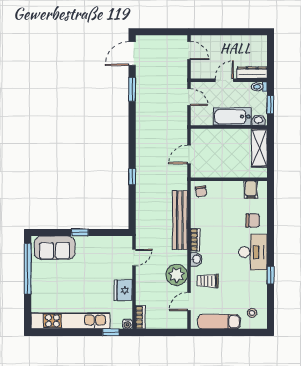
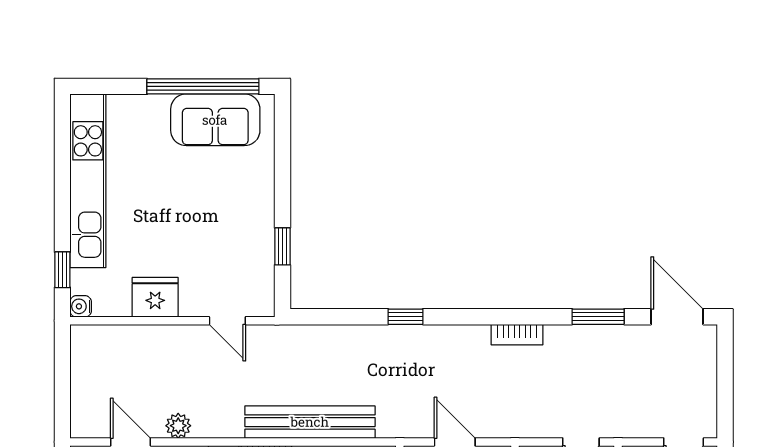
window: (80, 233) -> (282, 246), moved
sofa: (55, 248) -> (215, 120), moved, turned -90
plant: (177, 275) -> (178, 426), width x0.53, depth x0.53
bookcase: (140, 317) -> (517, 335), moved

